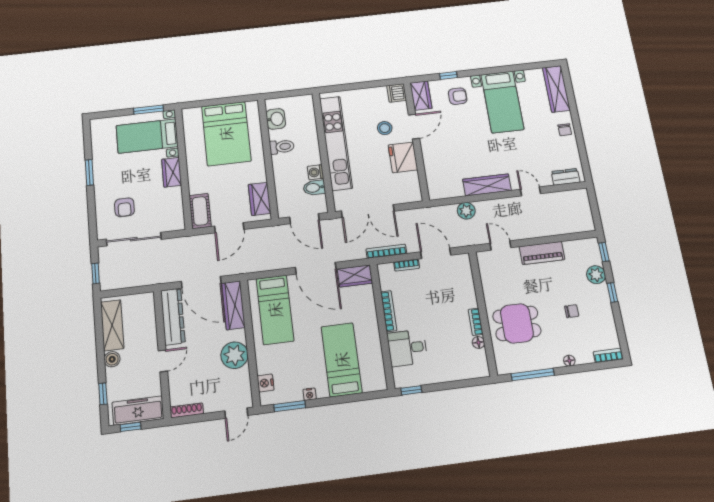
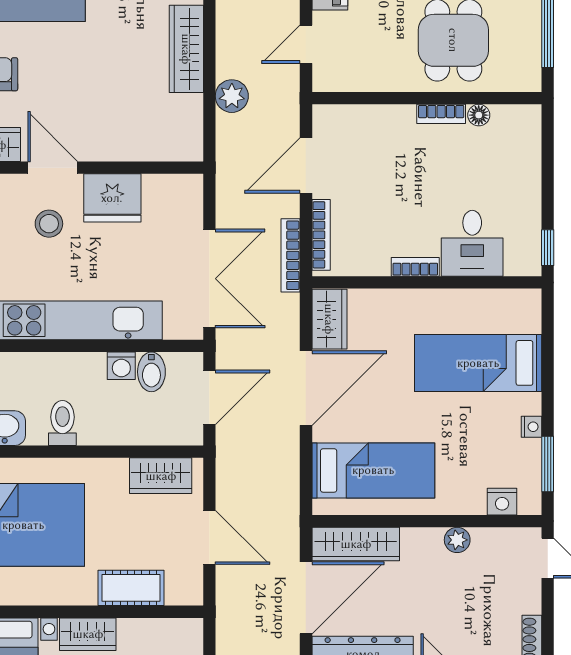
cot: (200, 211) -> (131, 588), moved
bookcase: (407, 265) -> (321, 235), width x1.56
bookcase: (389, 311) -> (415, 267), width x0.64
plant: (234, 355) -> (457, 540), width x0.53, depth x0.53

